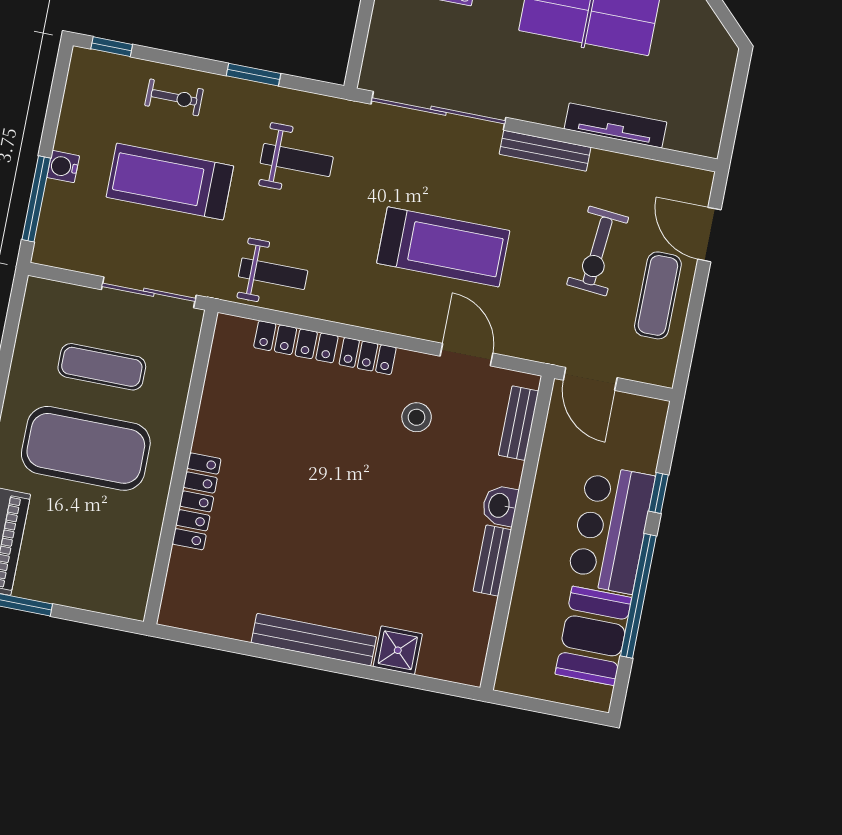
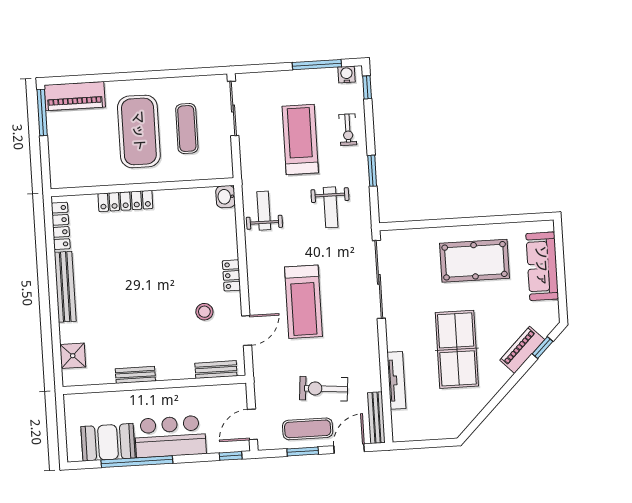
bench: (545, 151) -> (376, 418), moved
water cooler: (63, 167) -> (347, 74), moved
window: (36, 199) -> (317, 65), moved
weight bench: (273, 274) -> (264, 211), turned 180
sliding door: (149, 292) -> (233, 109), moved
window: (694, 314) -> (303, 452), added
locker: (296, 342) -> (61, 226), moved, turned 180
door: (590, 379) -> (252, 424), moved
window: (659, 493) -> (231, 456), moved
washbasin: (500, 506) -> (226, 197), moved, turned -90
shower: (398, 650) -> (73, 356), moved

